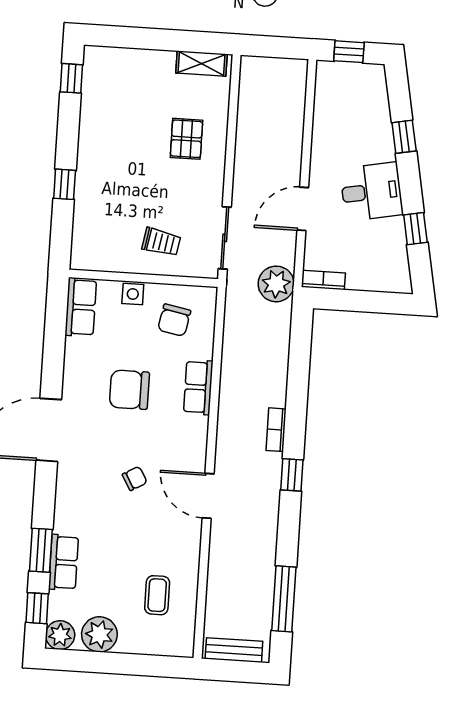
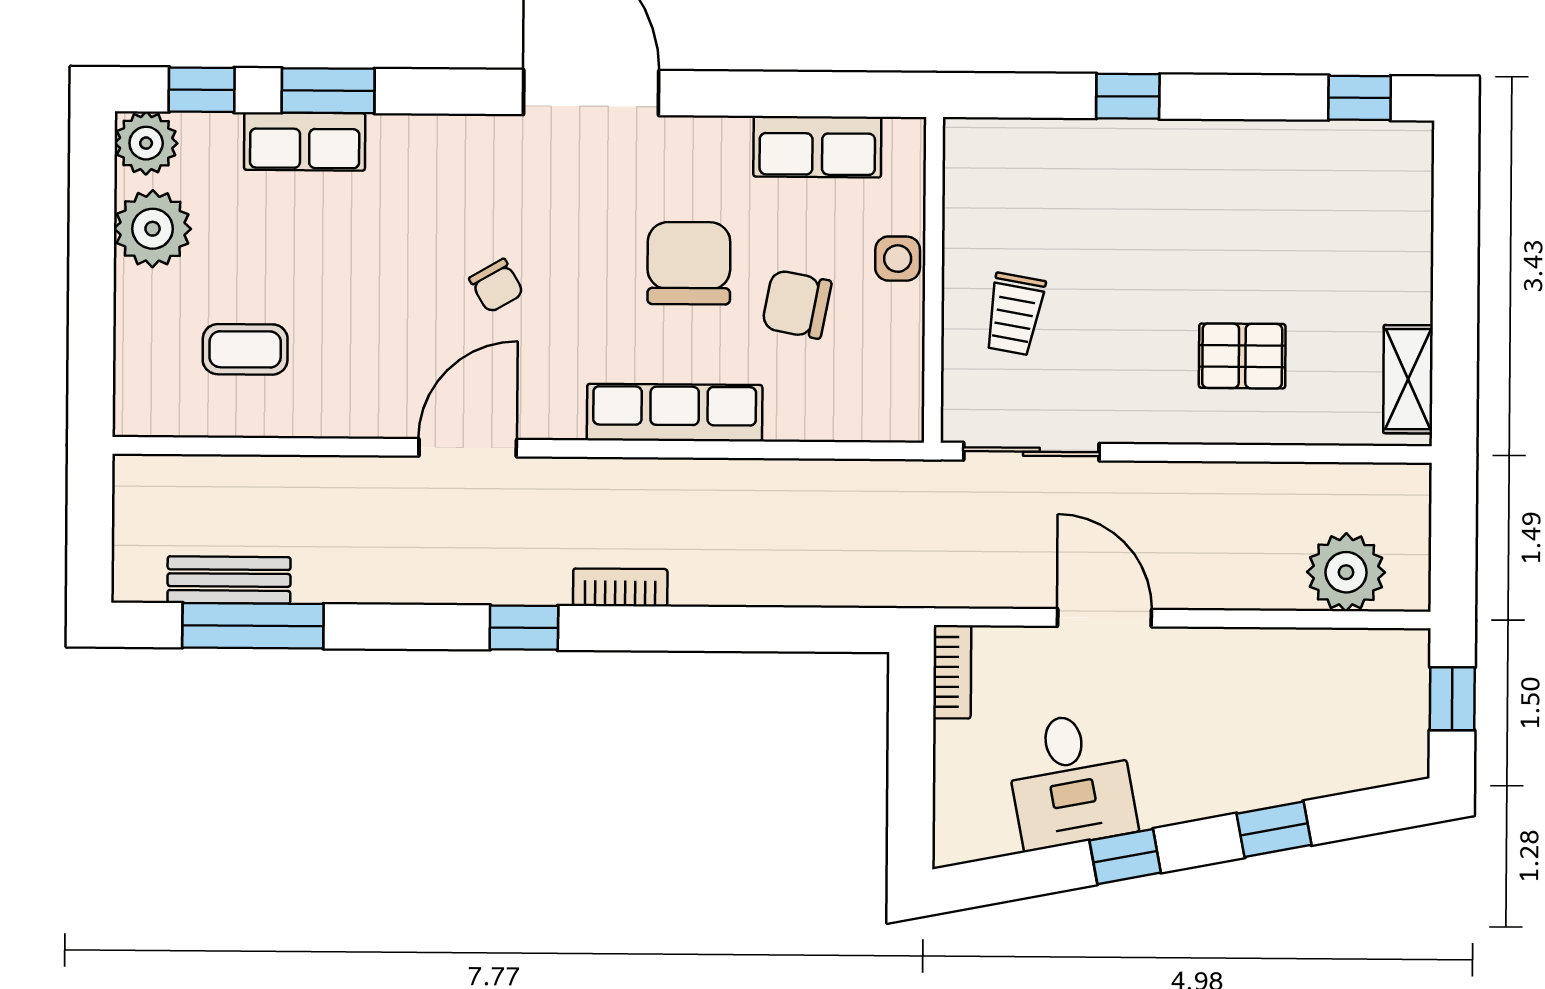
desk: (372, 192) -> (1071, 780), moved
window: (415, 229) -> (1125, 857), moved
plant: (276, 284) -> (1346, 572), moved
row of seats: (81, 307) -> (817, 147), moved
chair: (174, 320) -> (797, 304), moved
row of seats: (198, 387) -> (675, 413), width x1.48
bench: (234, 650) -> (229, 580), moved, turned 90

